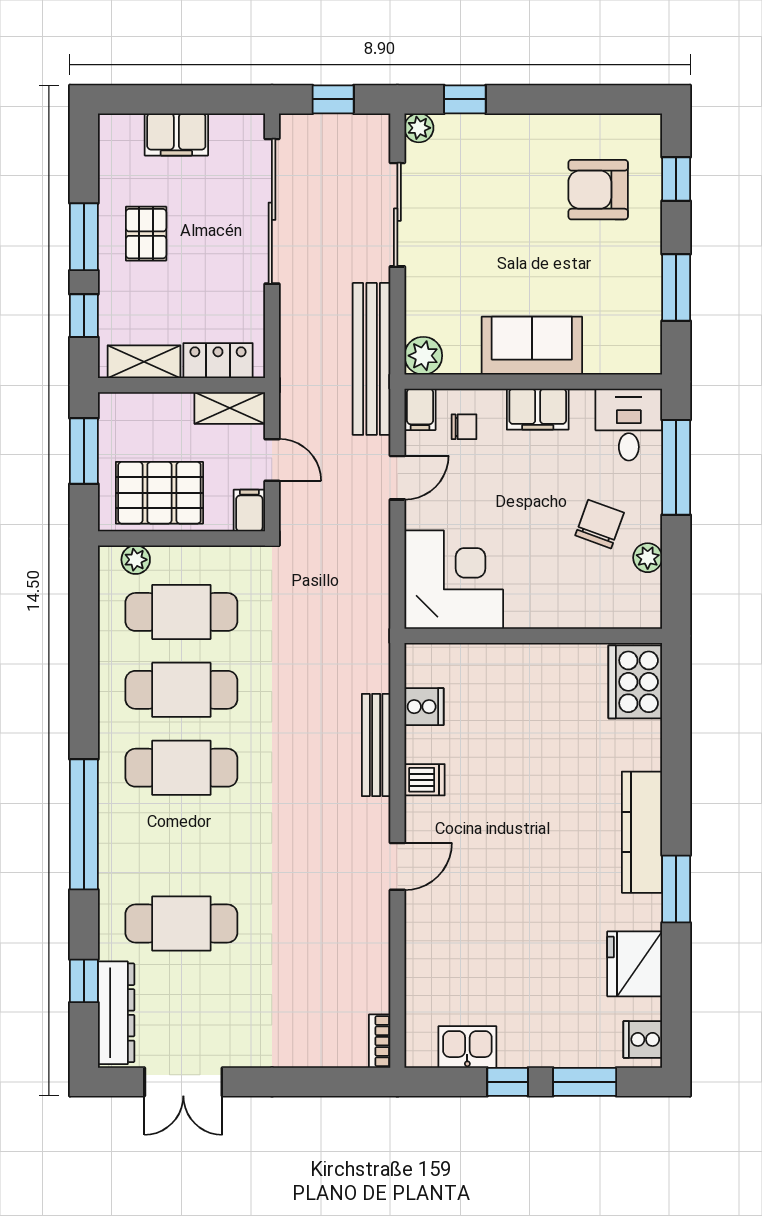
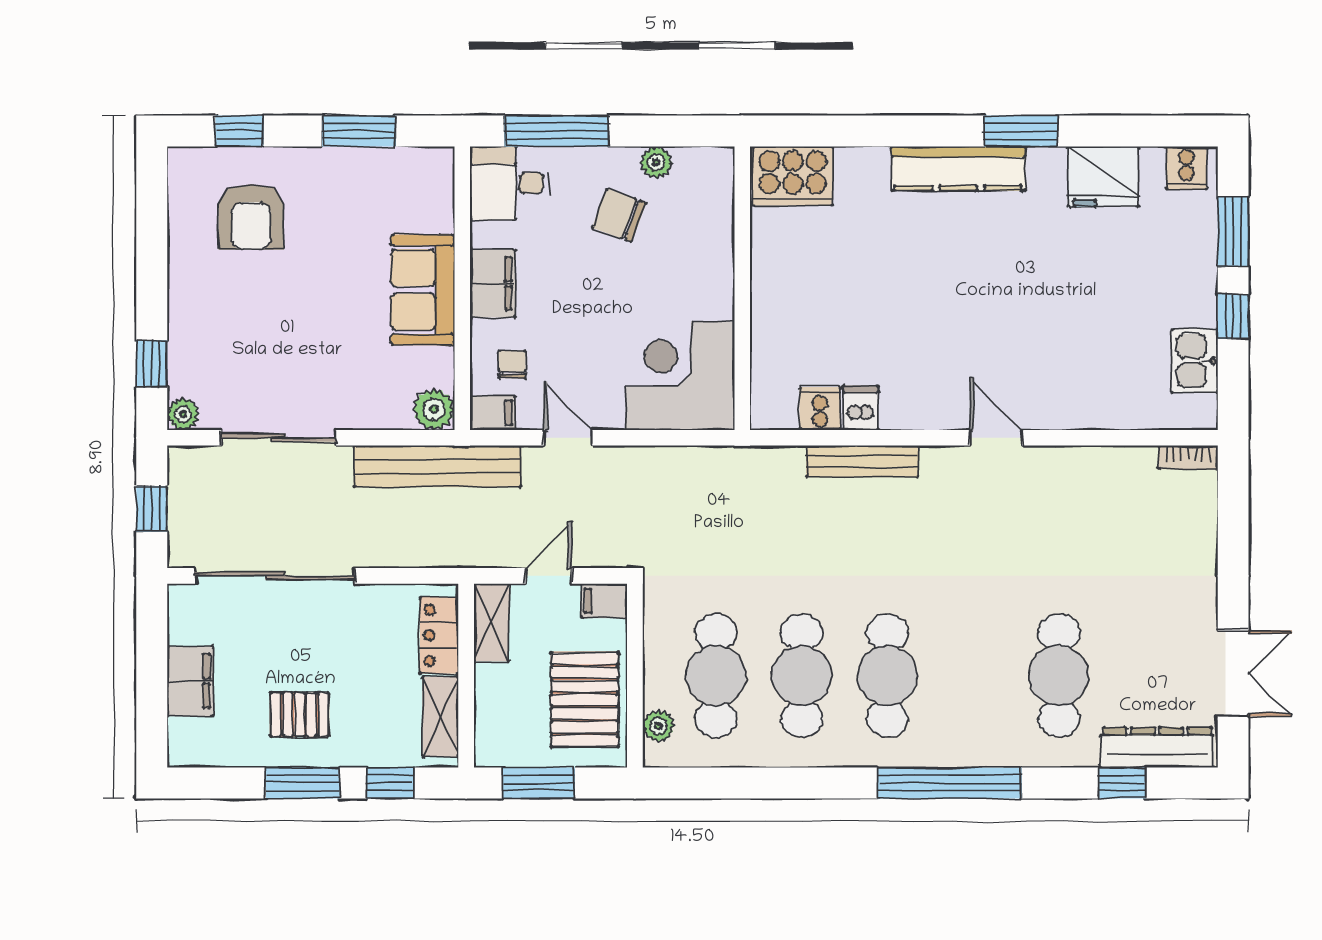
dishwasher: (425, 780) -> (861, 408), moved

